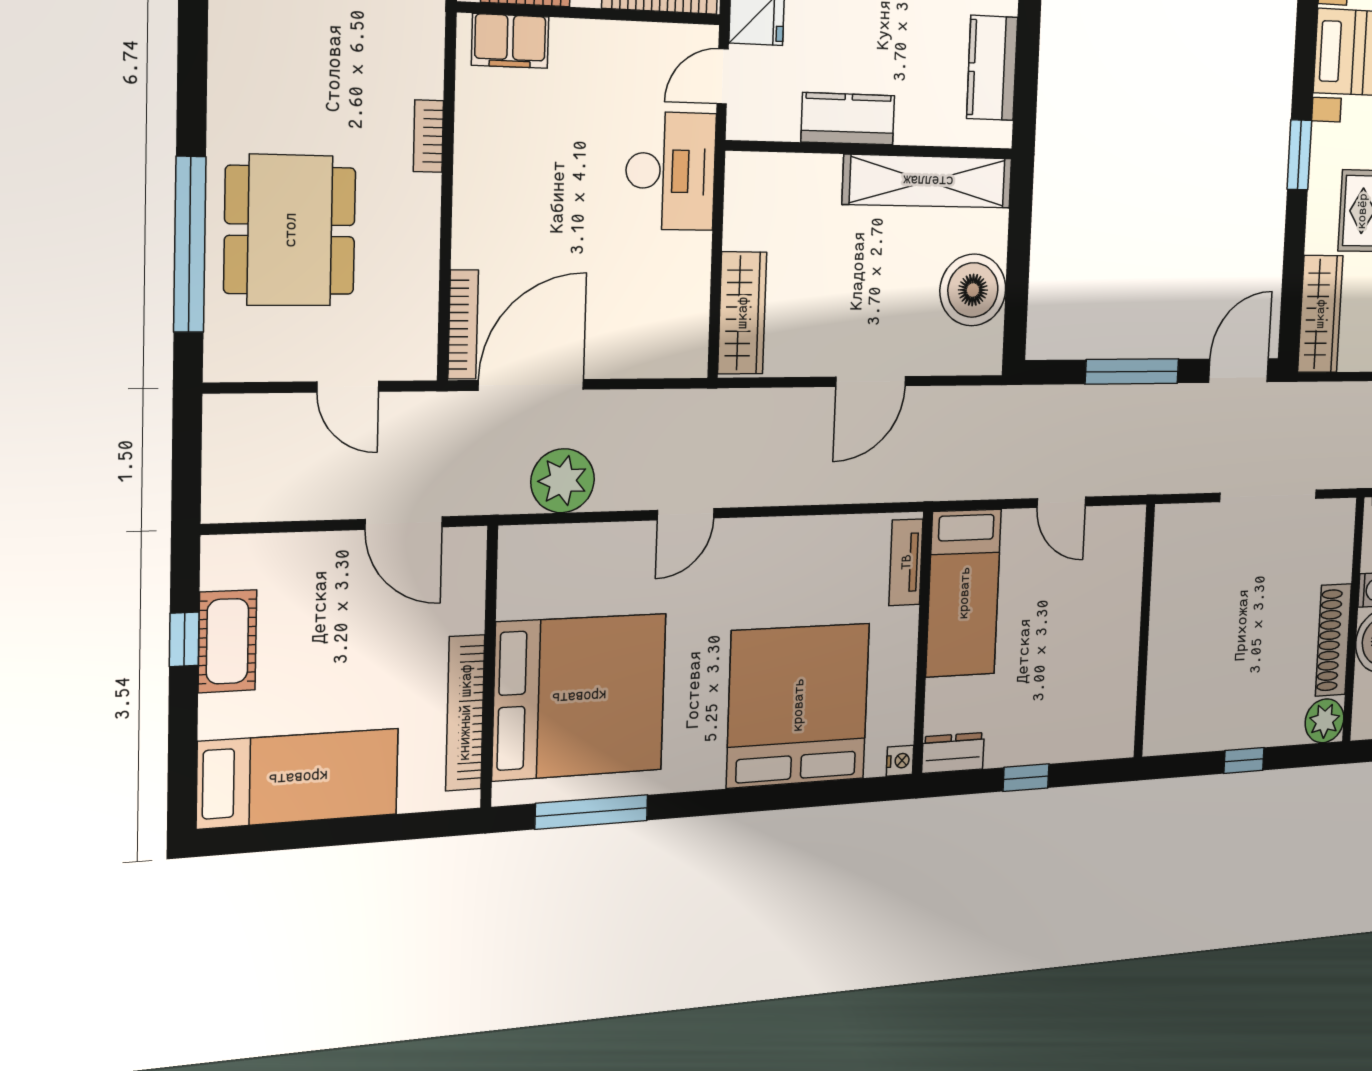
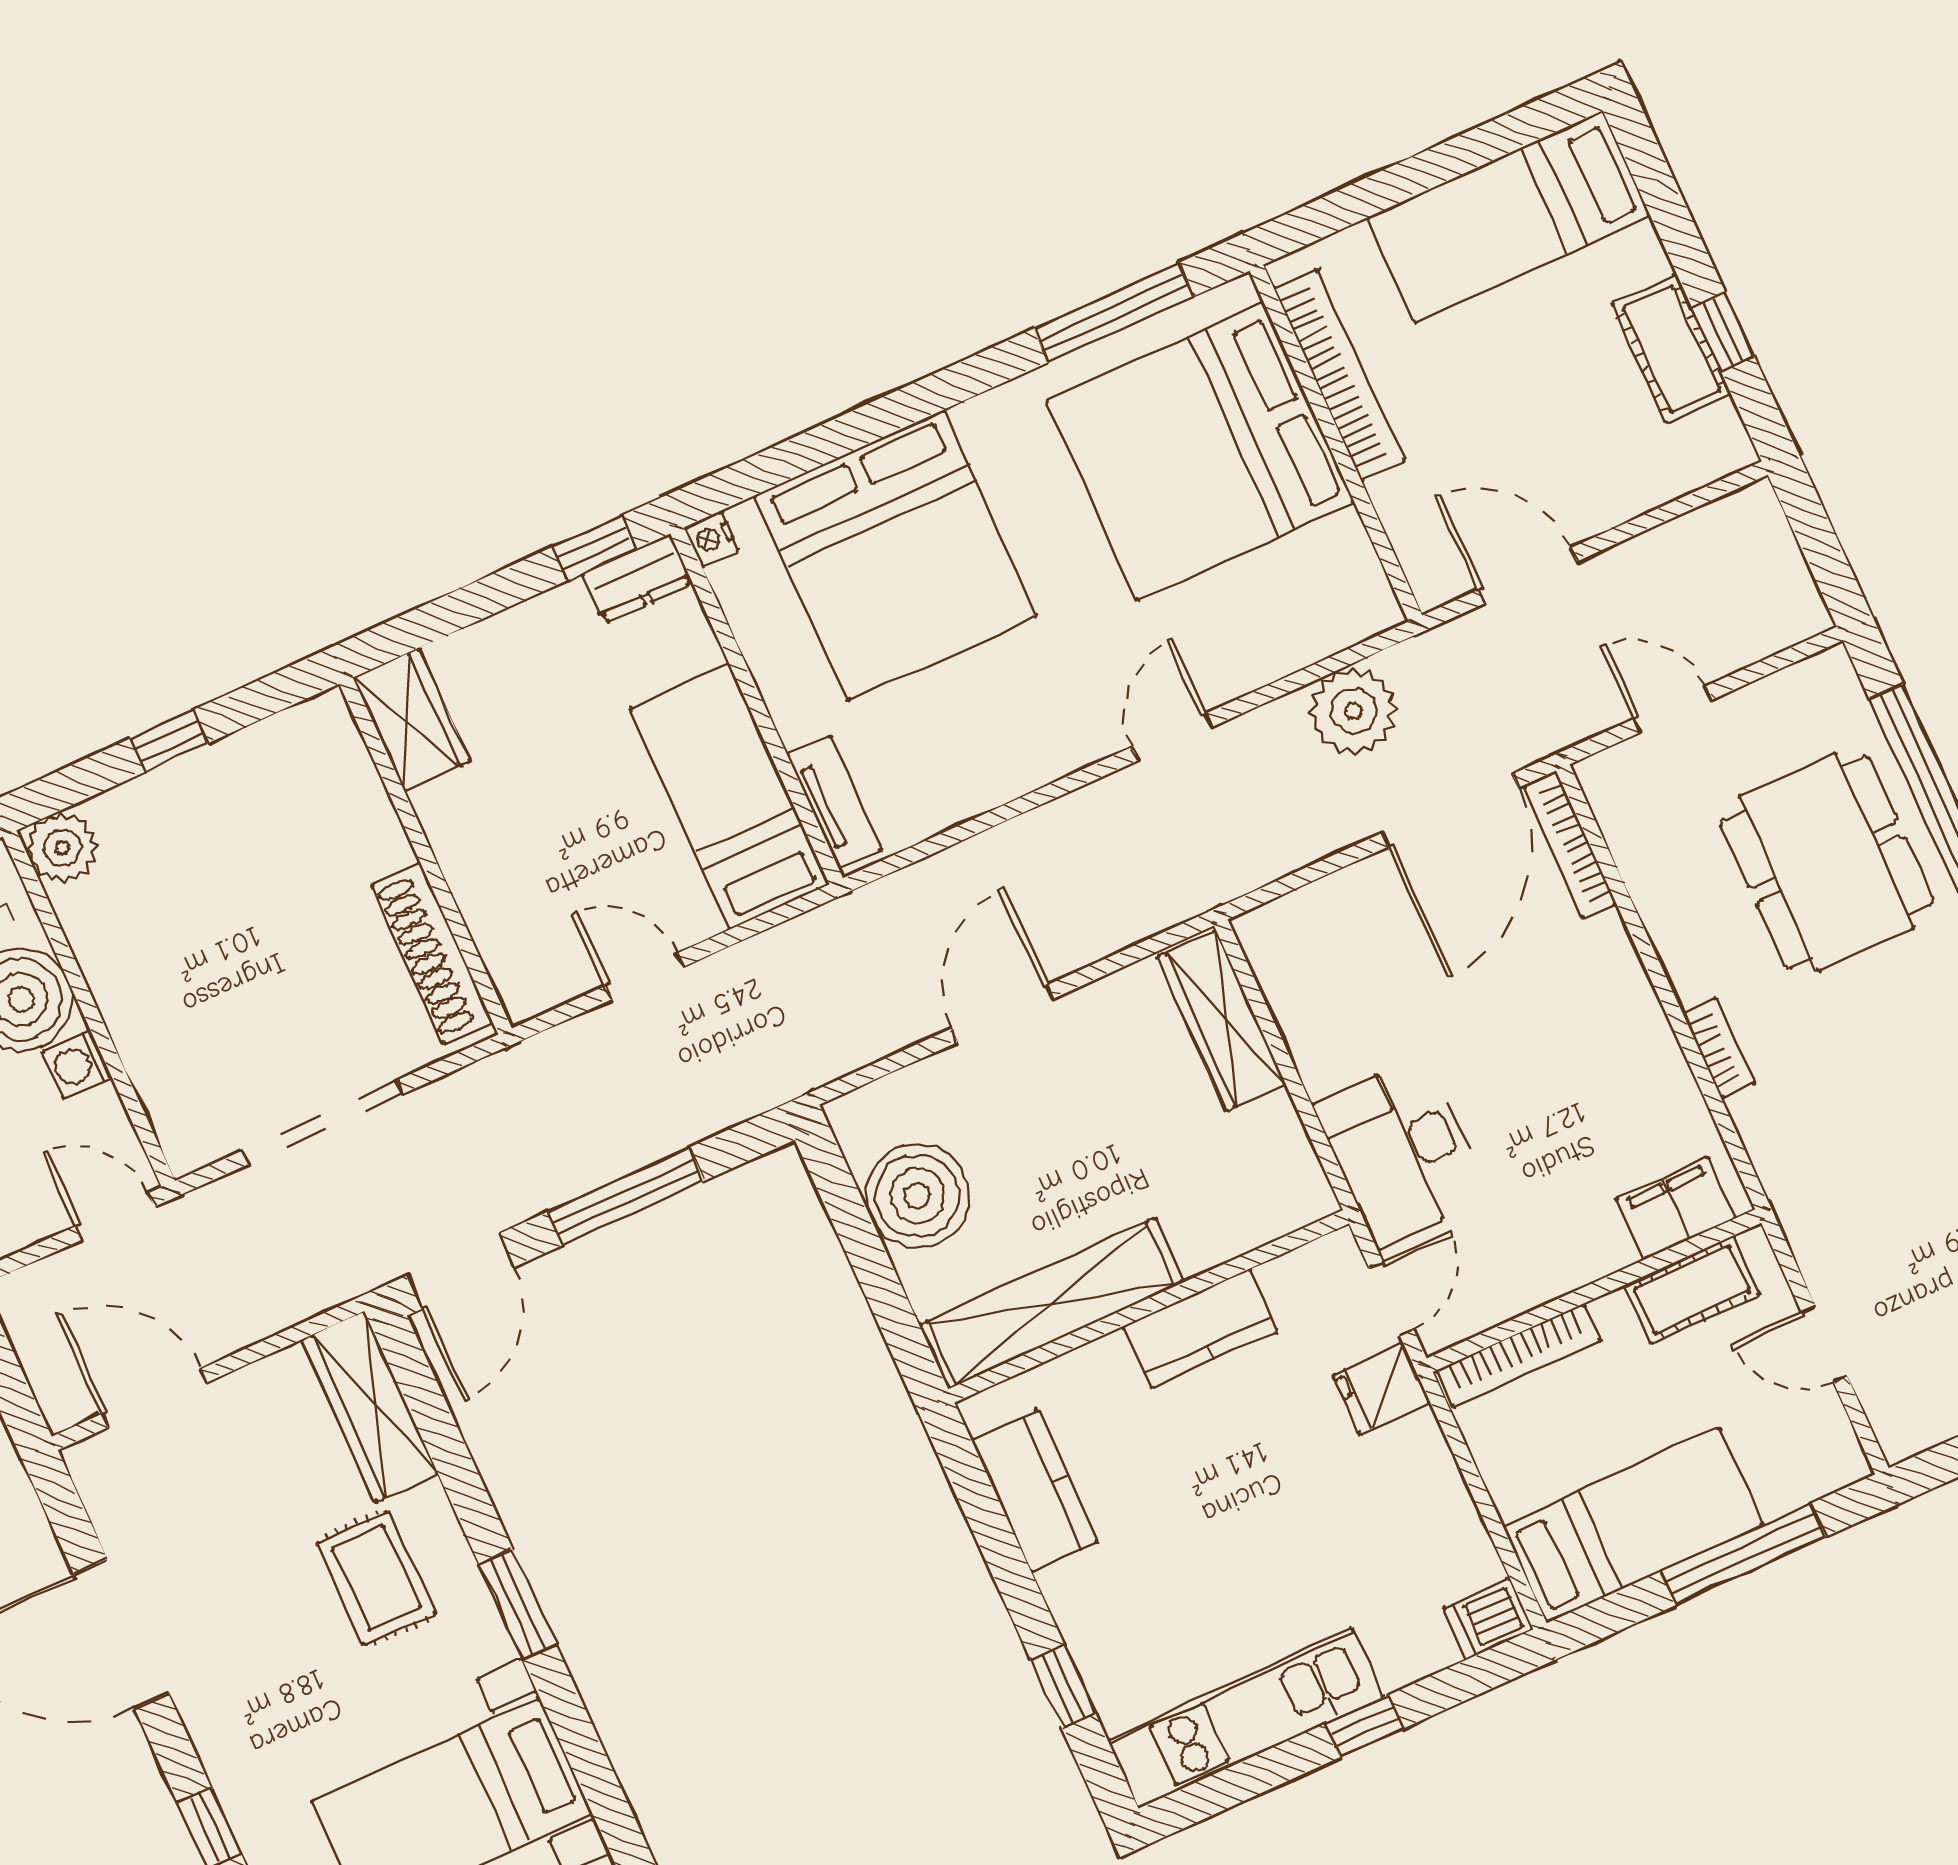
shoe rack: (1333, 640) -> (432, 953), moved, turned 180
wardrobe: (1114, 718) -> (411, 720), added
window: (1026, 778) -> (595, 548), moved

